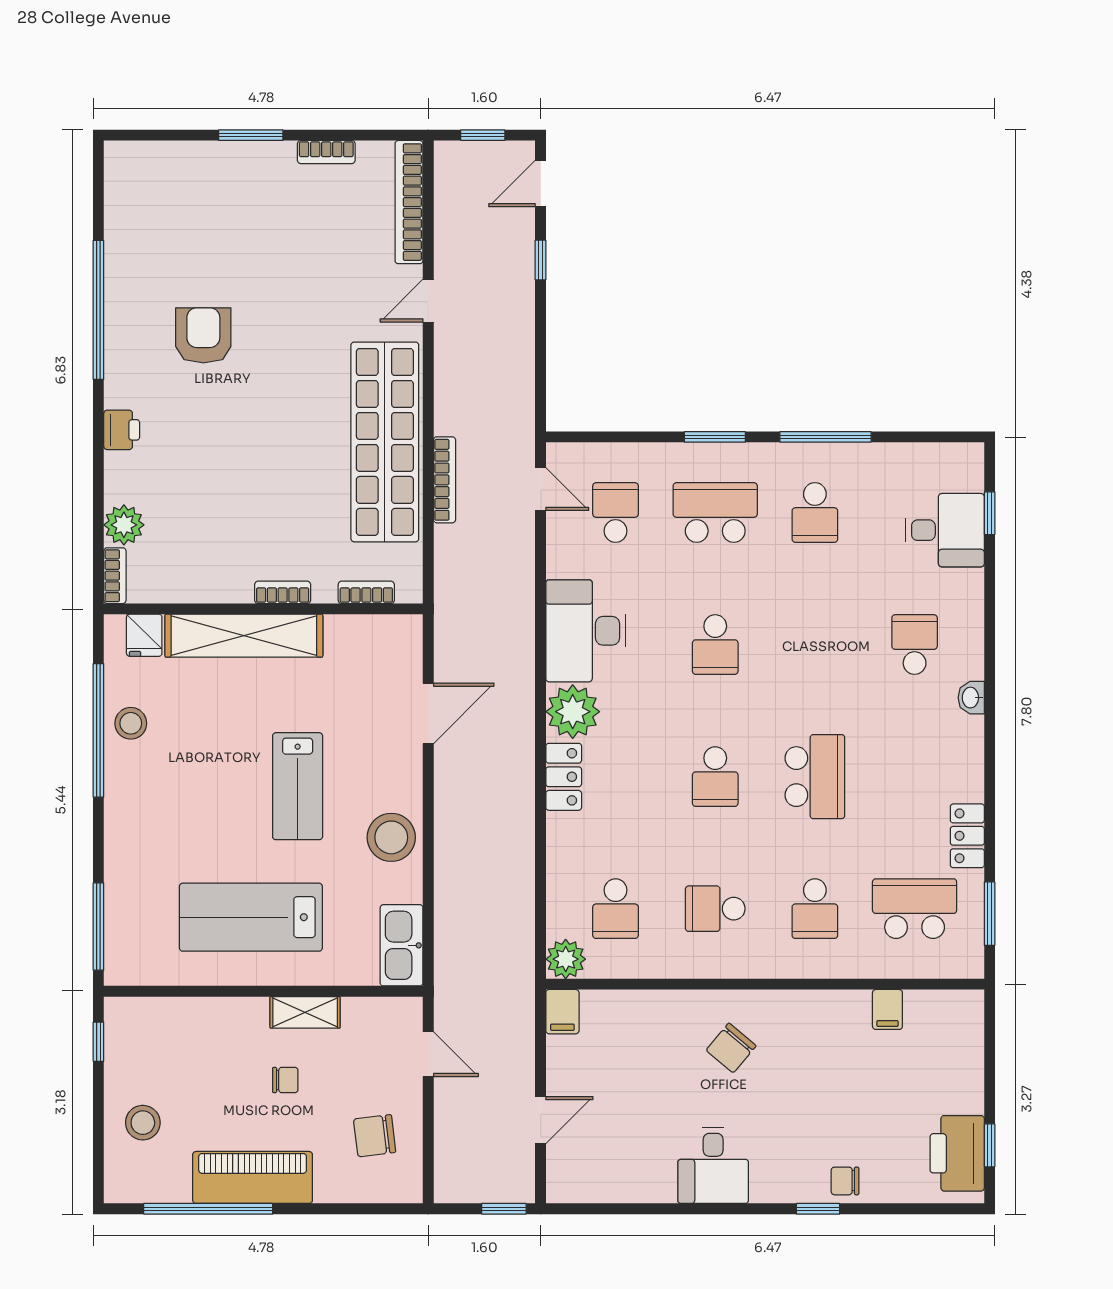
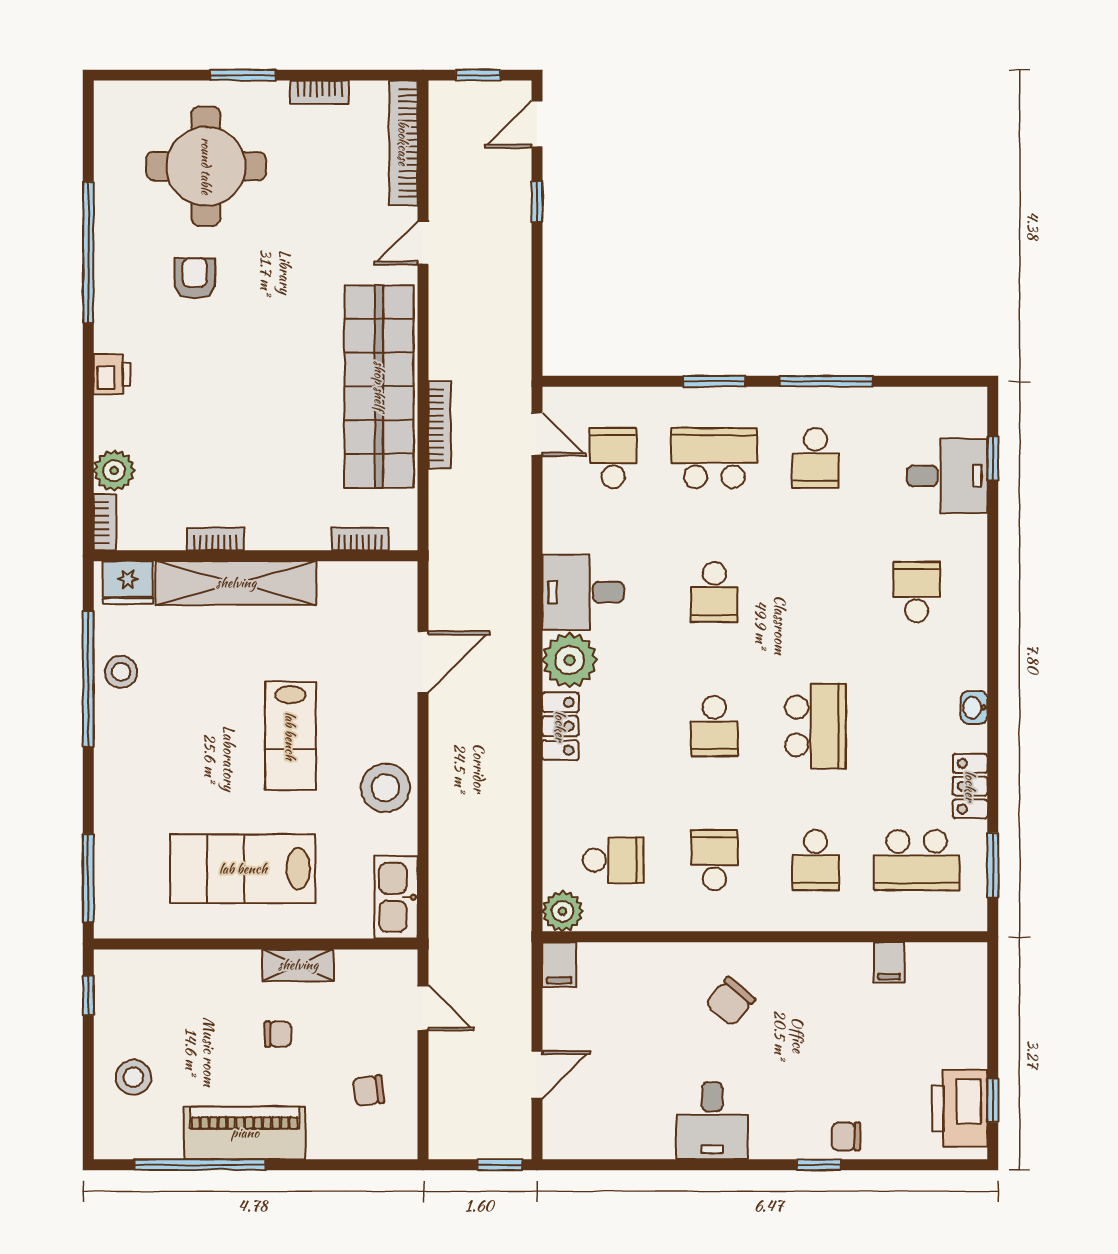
round table: (214, 225) -> (206, 166), added
armchair: (203, 335) -> (195, 278), width x0.72, depth x0.72
bookcase: (283, 592) -> (215, 539), moved
desk: (586, 631) -> (583, 592), width x0.73
fridge: (144, 635) -> (128, 583), width x1.38
washbasin: (971, 698) -> (974, 707), moved
school desk: (616, 909) -> (613, 860), turned -90
school desk: (715, 909) -> (714, 860), turned 90
school desk: (915, 909) -> (917, 860), turned 180
chair: (375, 1136) -> (369, 1091), width x0.73, depth x0.73

